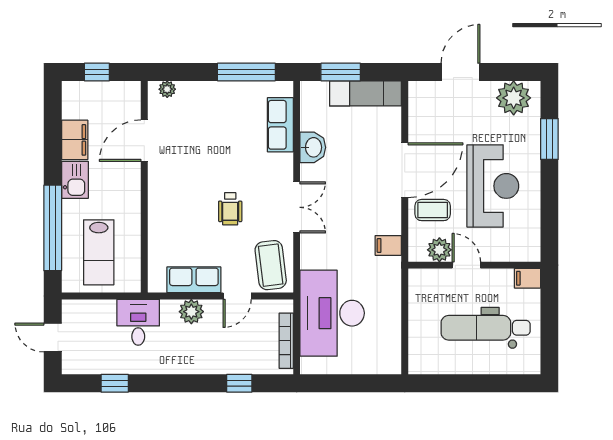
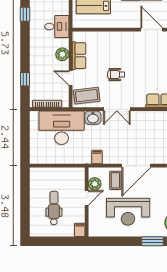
washbasin: (313, 147) -> (93, 118), moved
door: (405, 170) -> (136, 166), hinge flipped
dental chair: (486, 328) -> (54, 208), width x0.73, depth x0.72

